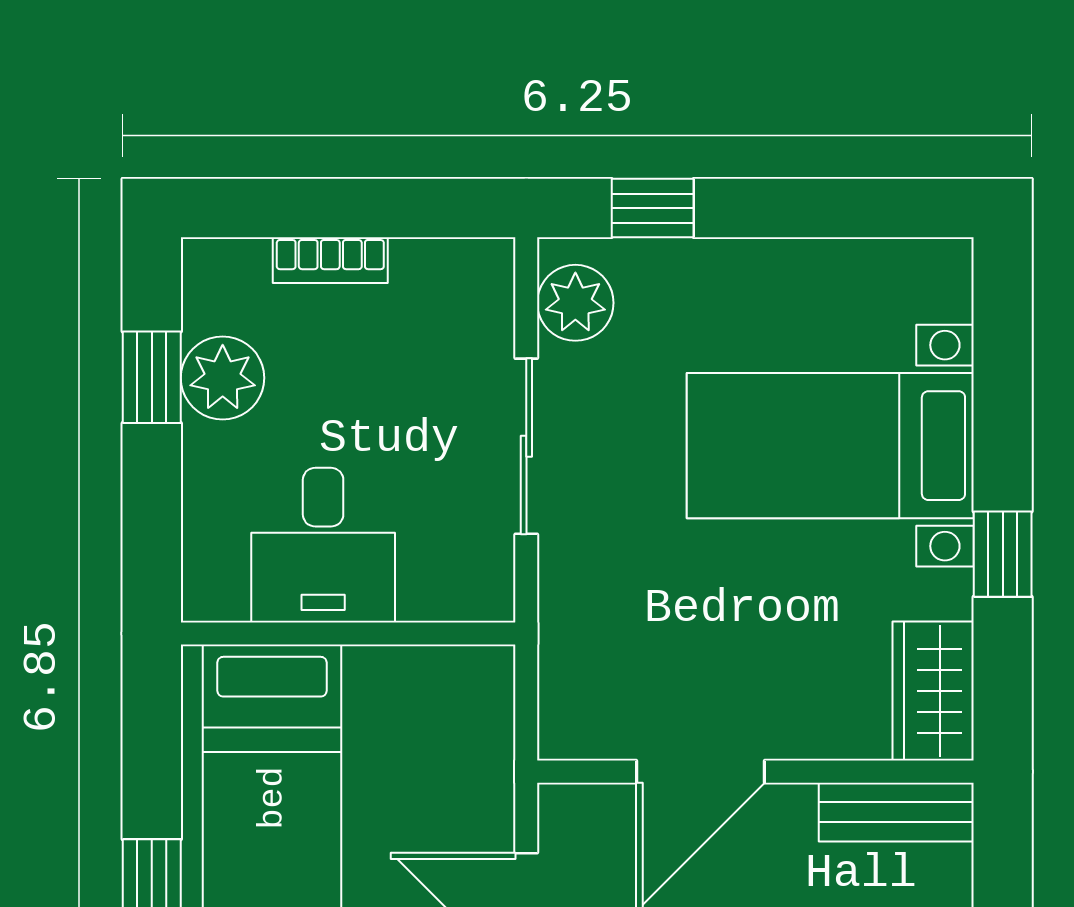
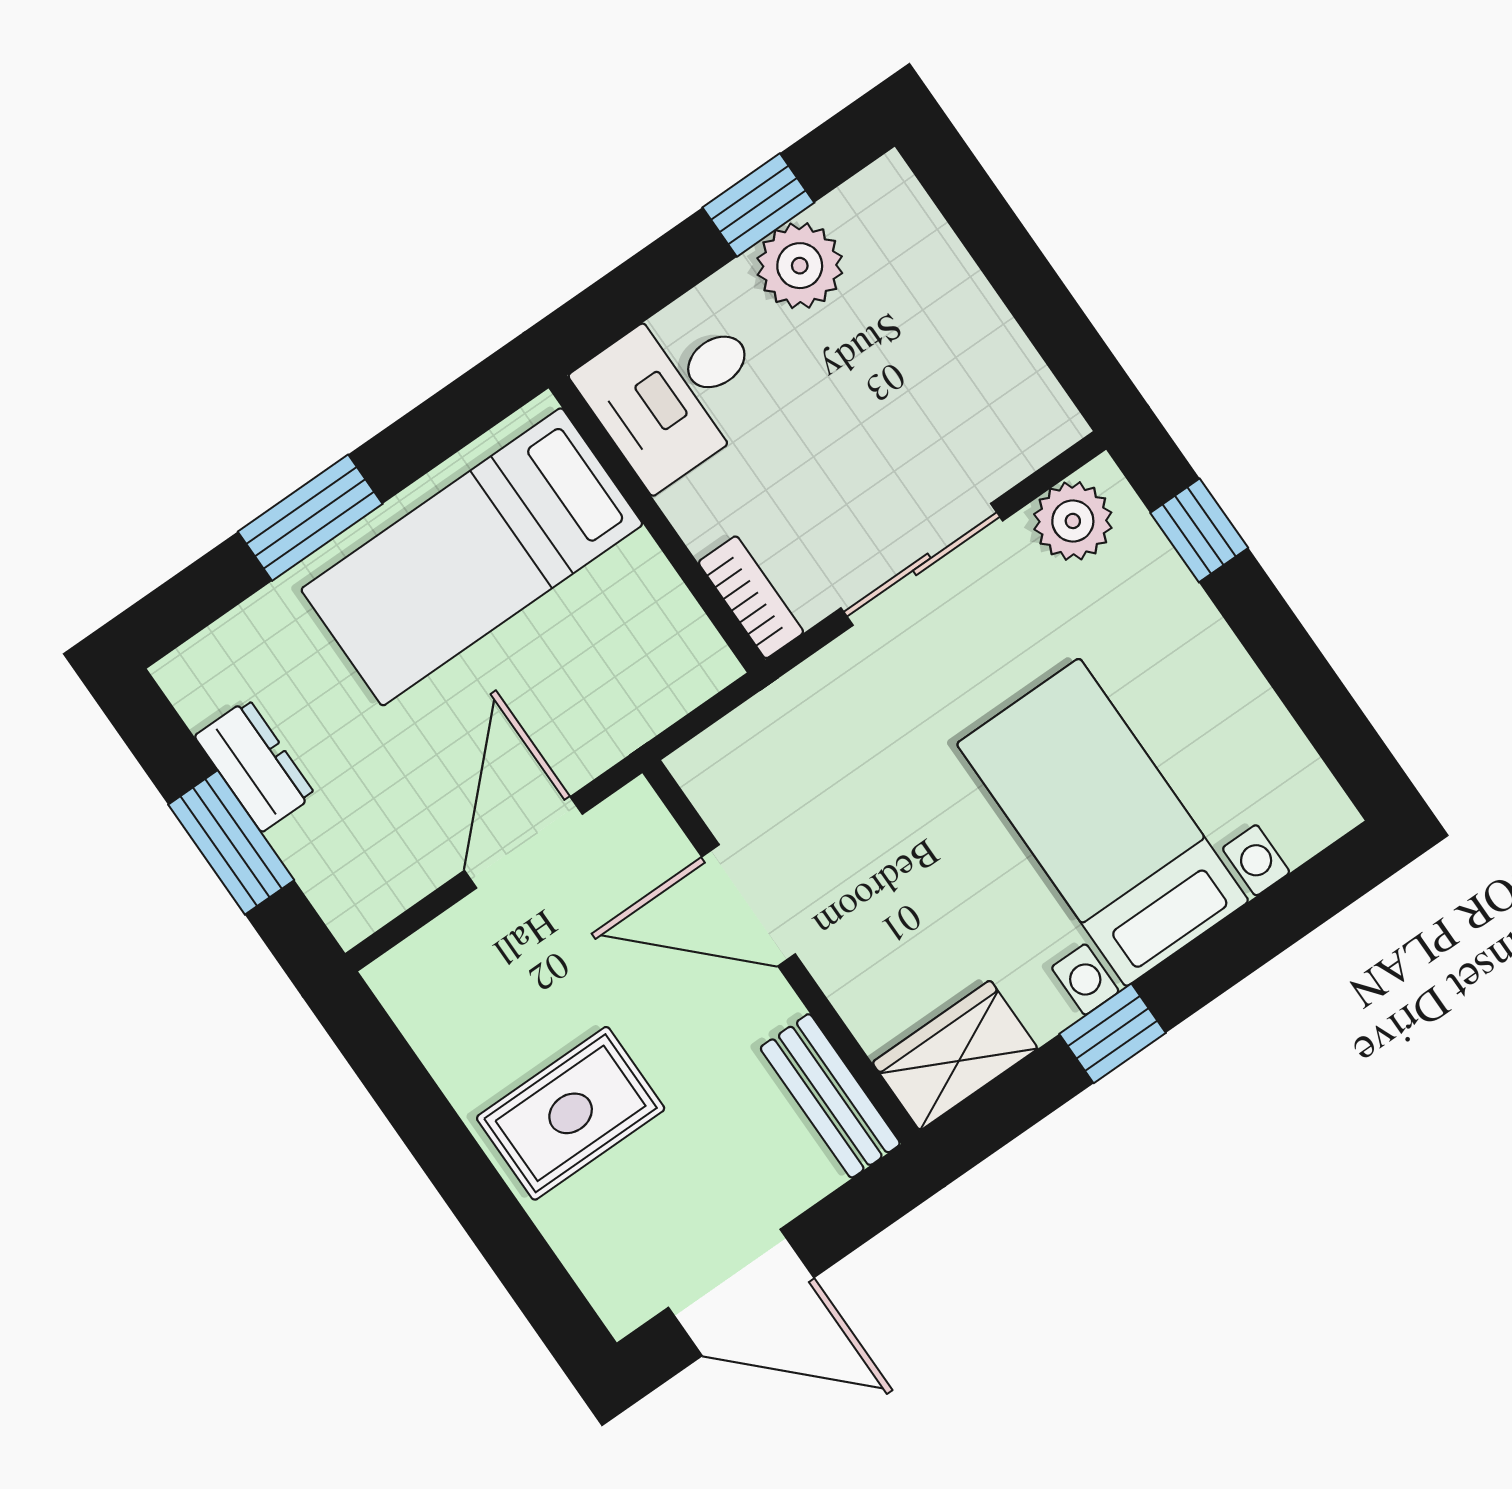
bookcase: (330, 260) -> (751, 597), moved, turned 180
desk: (323, 545) -> (675, 390), moved

